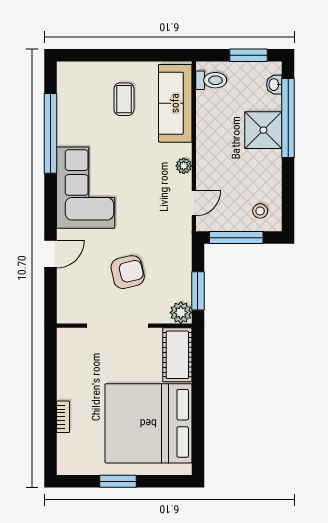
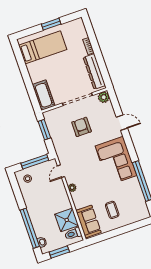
sofa: (175, 103) -> (88, 221), width x0.73
shower: (263, 130) -> (67, 220), moved
door: (50, 254) -> (122, 123), swing flipped
armchair: (128, 272) -> (81, 127), turned 103
plant: (181, 313) -> (104, 97), moved
dresser: (68, 366) -> (94, 71), added
bed: (148, 423) -> (43, 47), width x0.49

